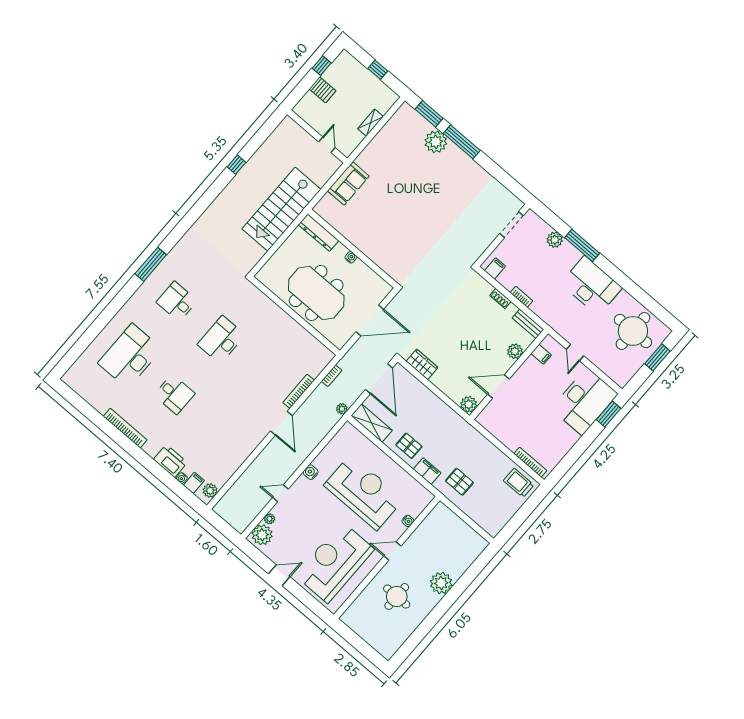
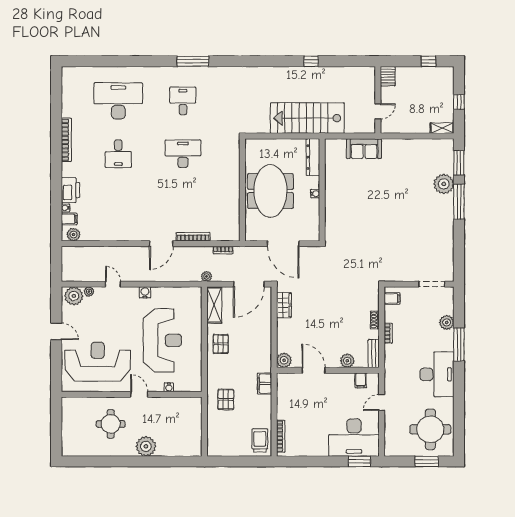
server rack: (323, 90) -> (388, 76), moved
shelving: (370, 123) -> (442, 128), moved
filing cabinet: (427, 471) -> (264, 384), moved, turned 180

